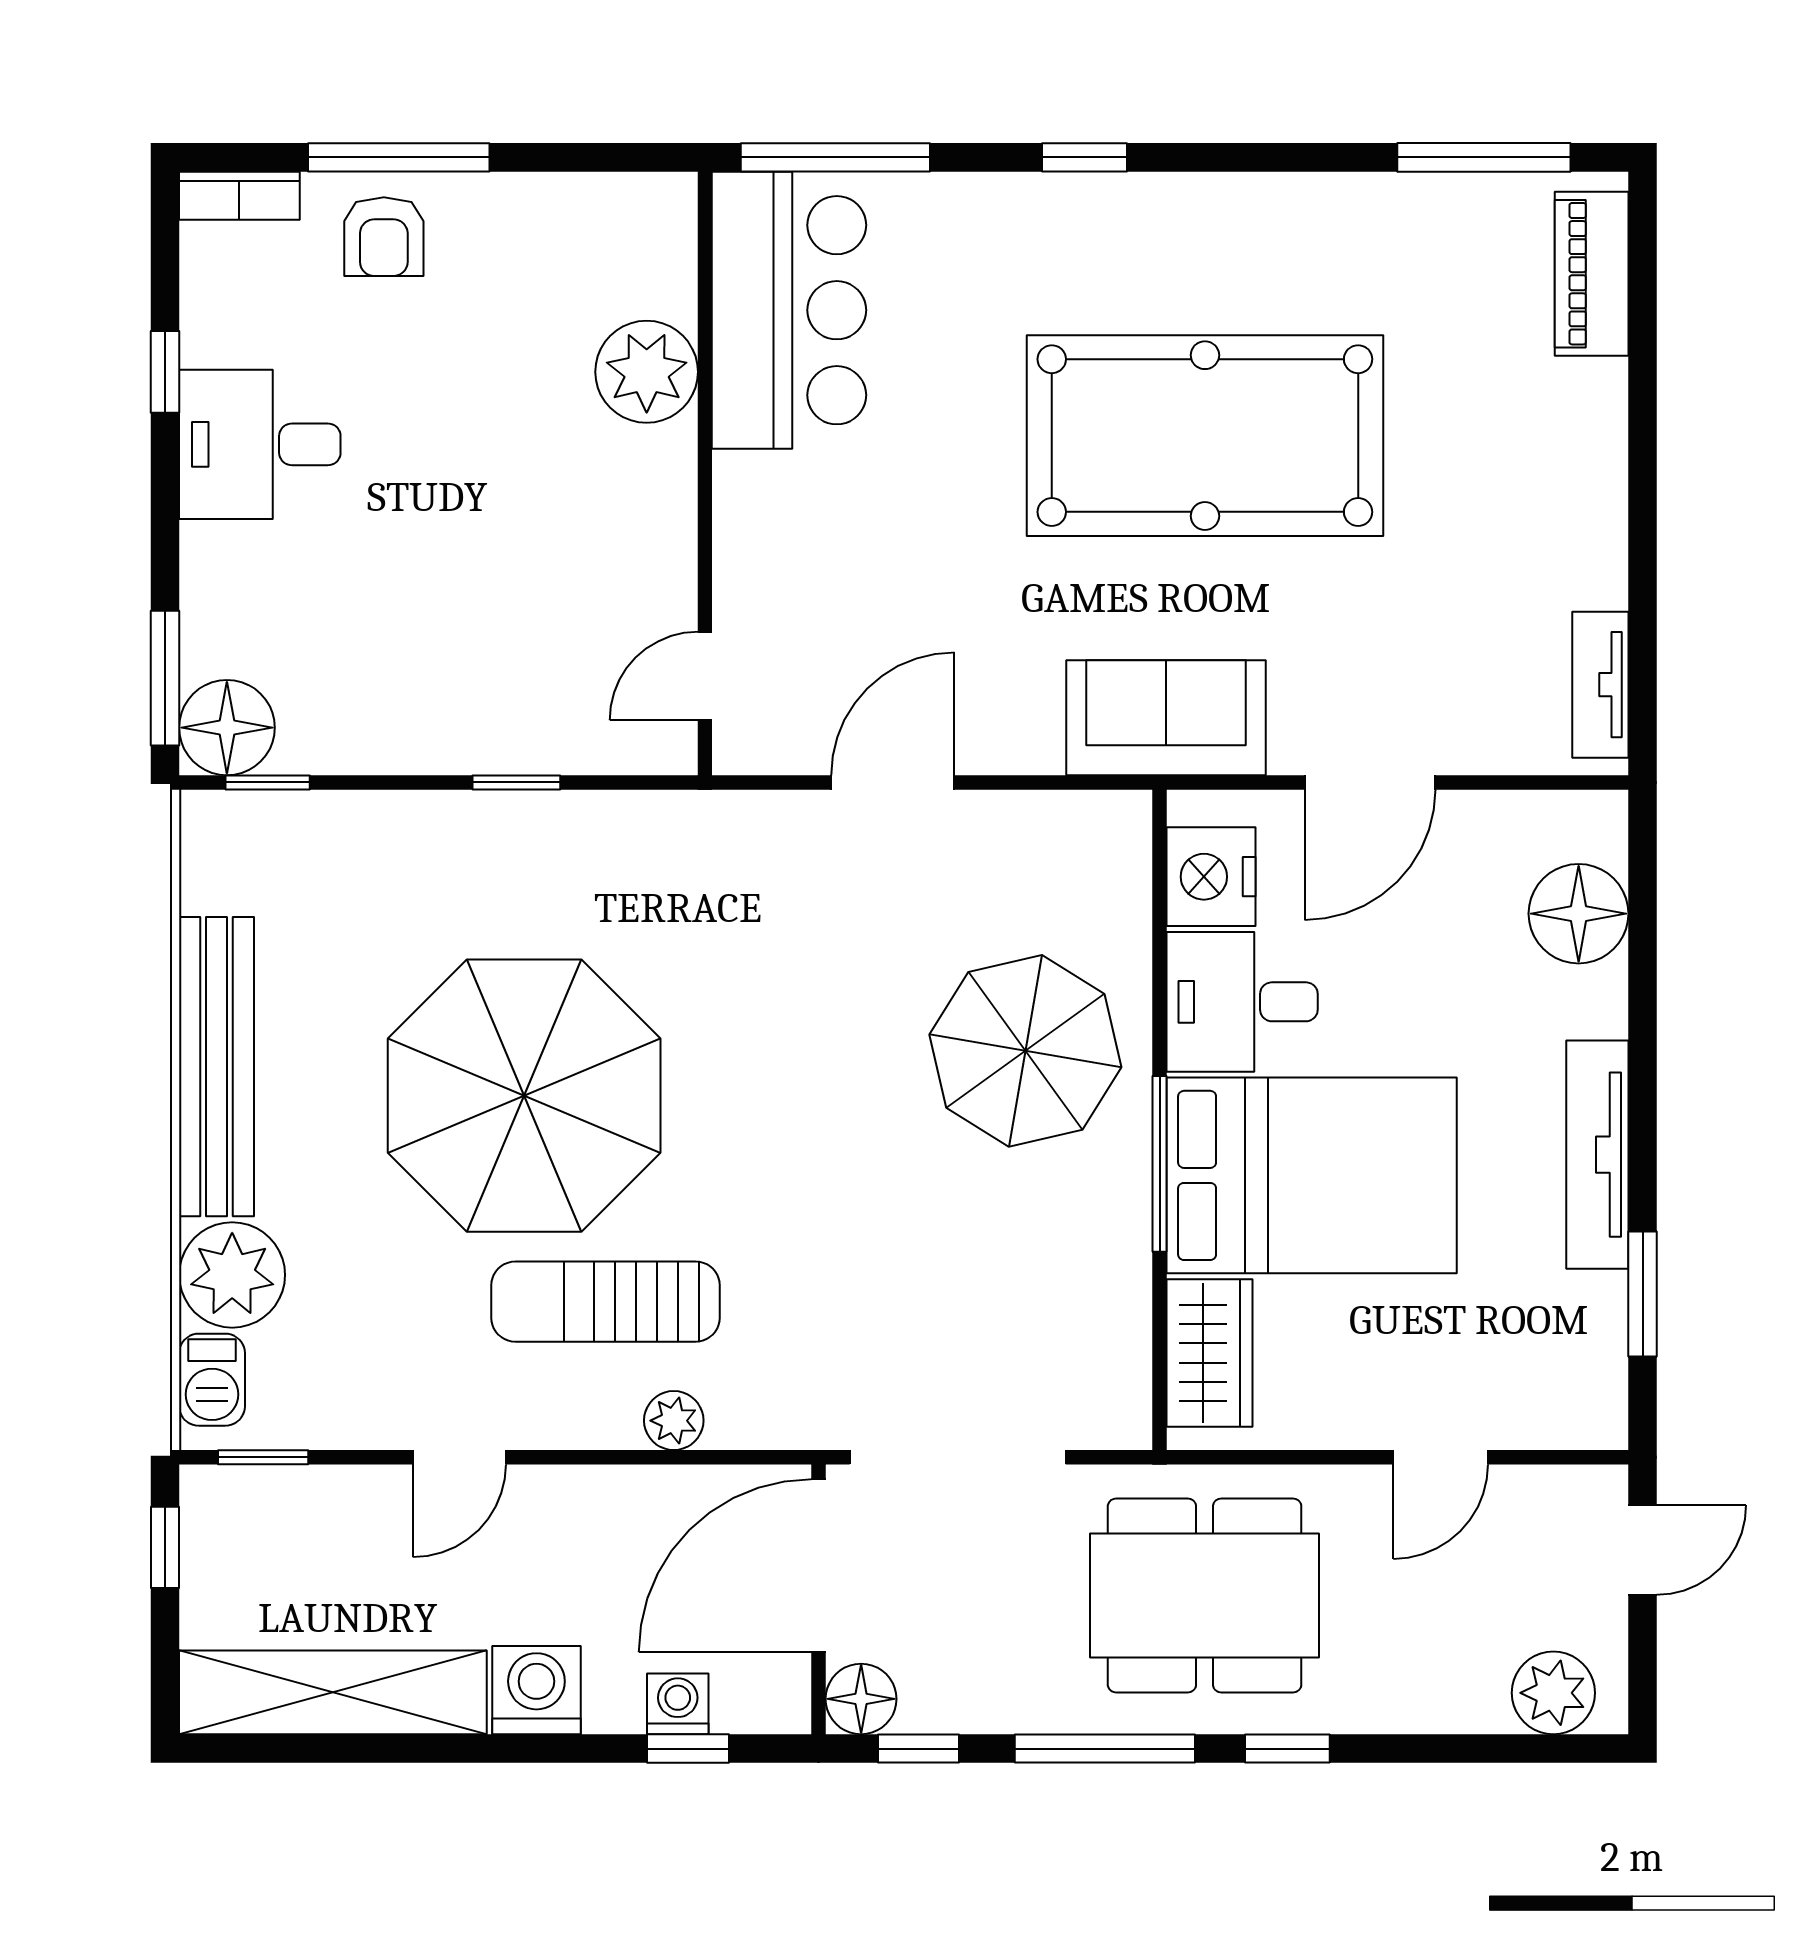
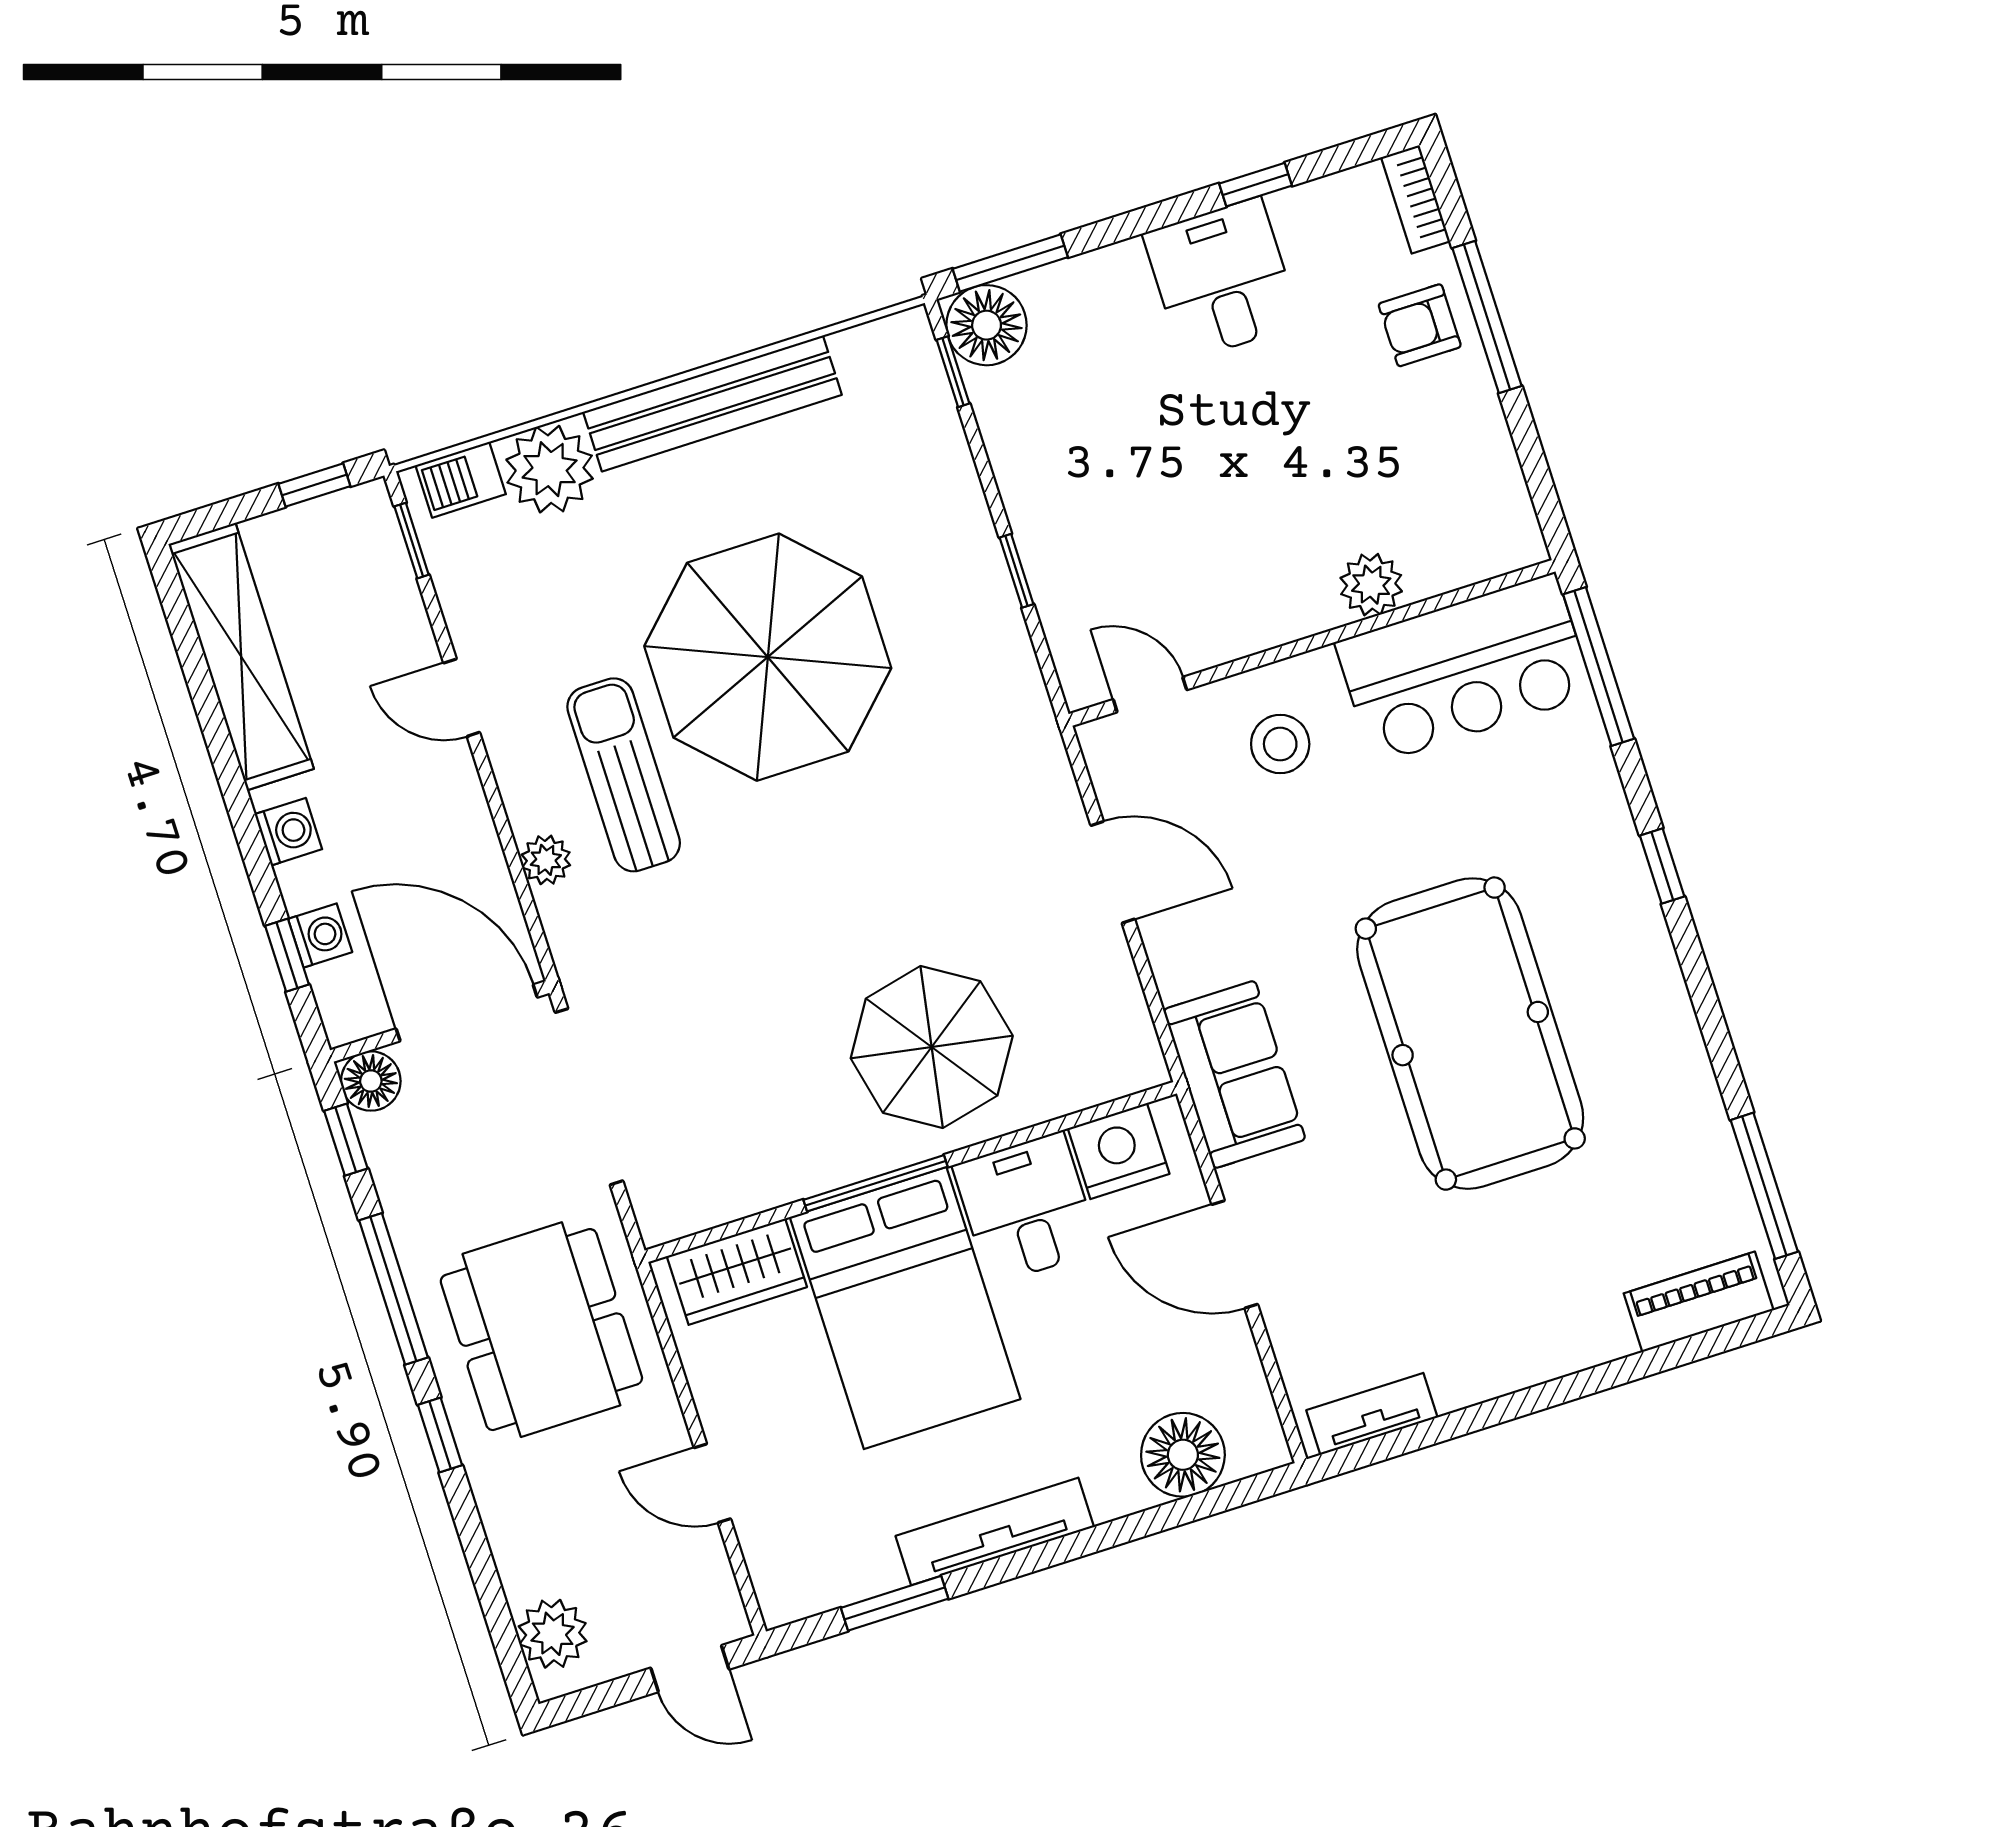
plant: (647, 372) -> (1371, 585), width x0.73, depth x0.73
stool: (808, 546) -> (1280, 744), added
washing machine: (536, 1690) -> (288, 832), width x0.73, depth x0.73

